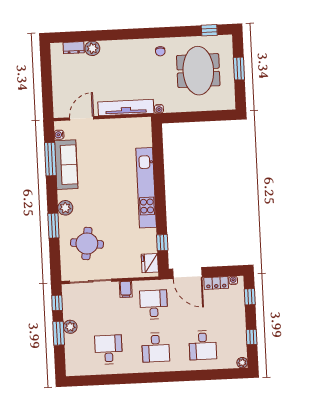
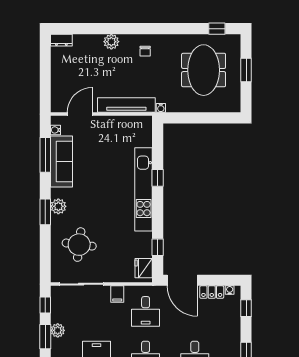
dresser: (74, 48) -> (61, 40), moved
plant: (92, 48) -> (111, 42), moved
chair: (160, 51) -> (145, 51), moved
window: (159, 176) -> (158, 178), added
window: (53, 226) -> (45, 212), moved
desk: (154, 305) -> (146, 311), turned 180

